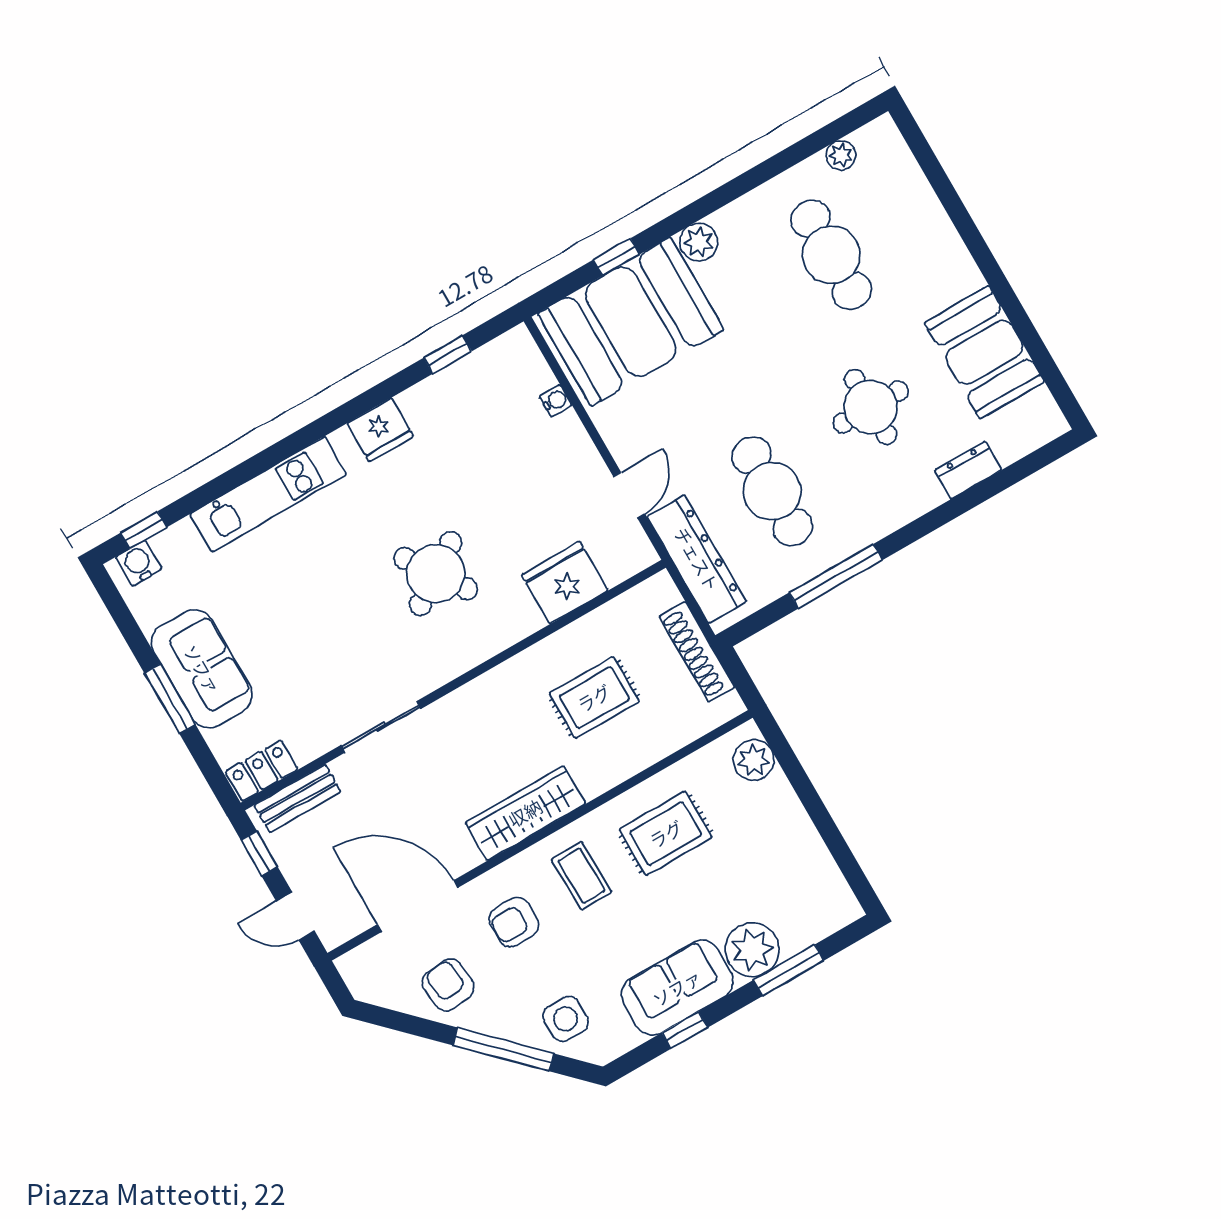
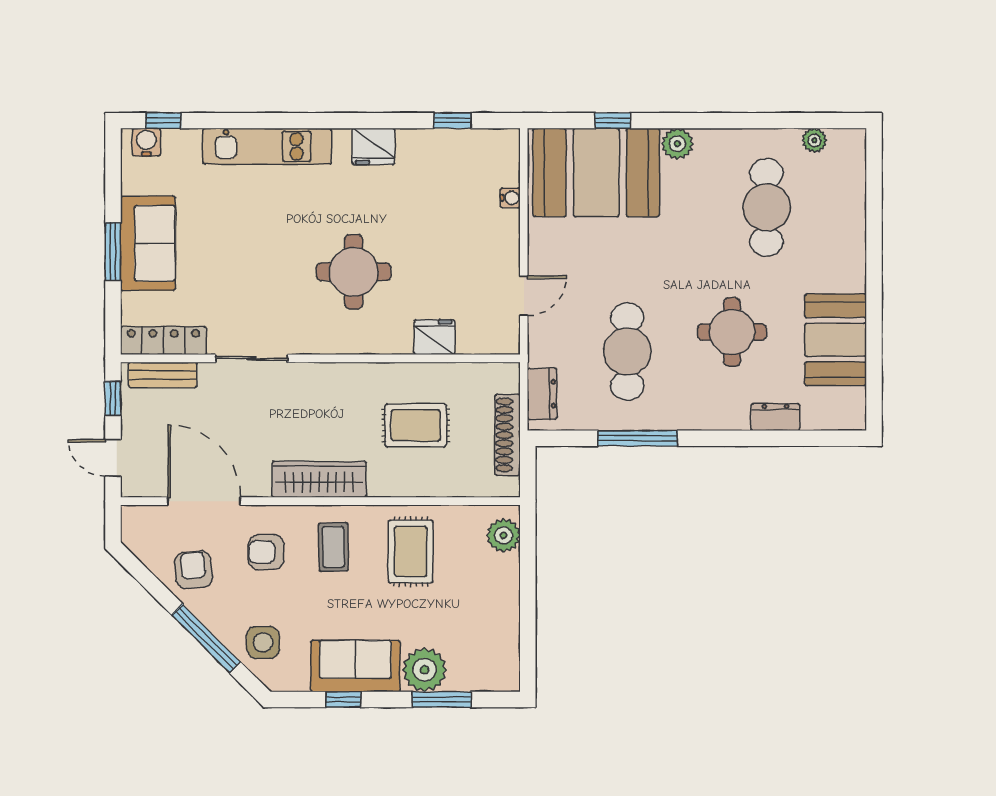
dresser: (697, 559) -> (542, 394), width x0.51, depth x0.80
round table: (436, 574) -> (354, 272), turned 34
fridge: (565, 583) -> (435, 337), width x0.73, depth x0.75
locker: (262, 771) -> (163, 341), width x1.53
rug: (666, 834) -> (411, 551), turned 90

